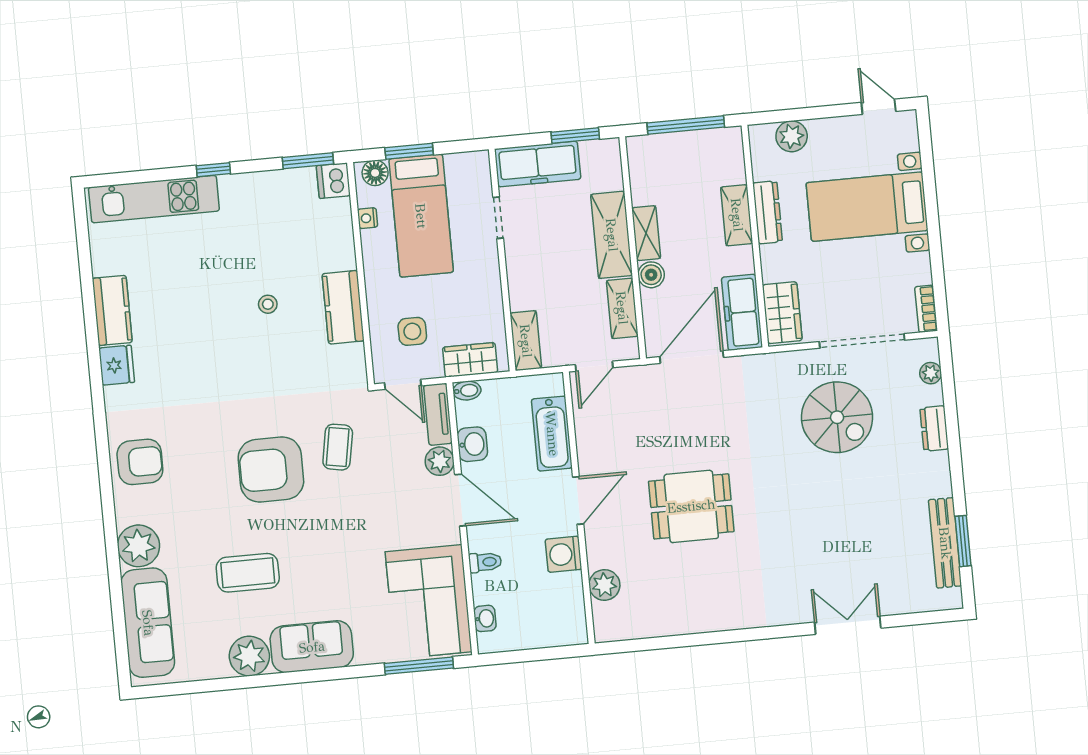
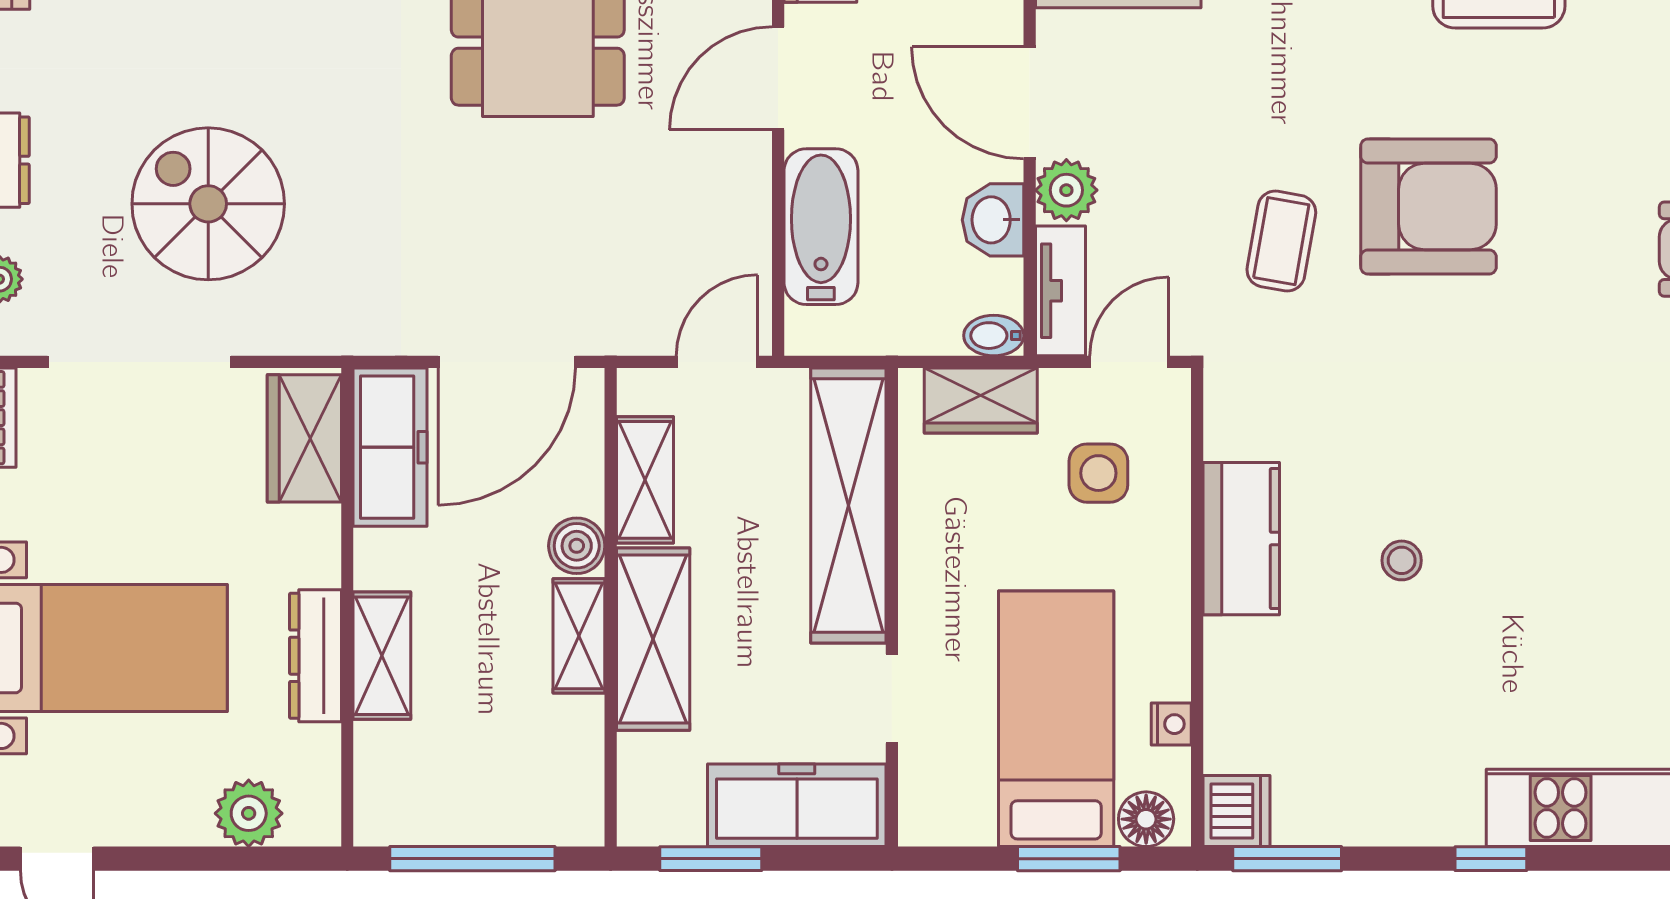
shelving: (526, 341) -> (848, 506), width x2.20, depth x1.33
door: (403, 384) -> (1129, 362), hinge flipped

